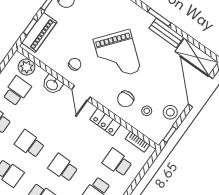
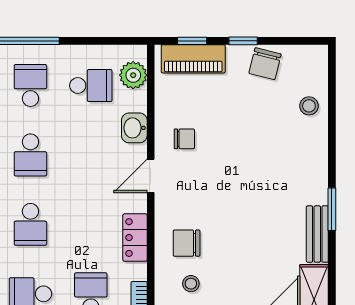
grand piano: (117, 55) -> (238, 188), removed
school desk: (30, 144) -> (30, 155), turned 180
school desk: (63, 168) -> (30, 224), turned 180

